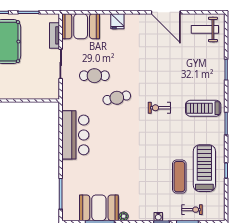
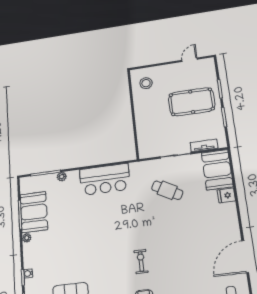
fridge: (117, 21) -> (226, 195), moved
cafe table: (94, 76) -> (167, 190), turned -61
cafe table: (117, 98) -> (147, 216), removed
plant: (67, 178) -> (62, 177), added

